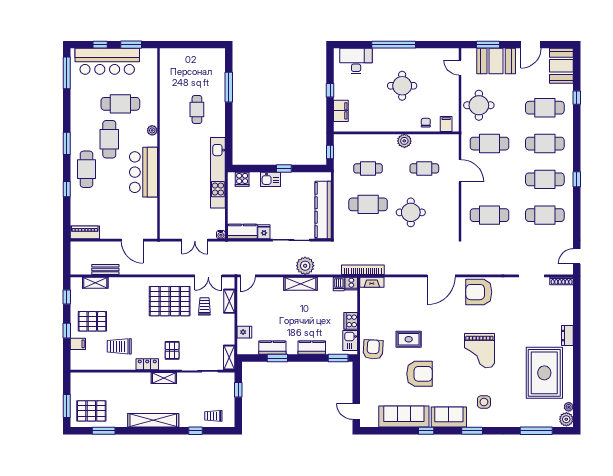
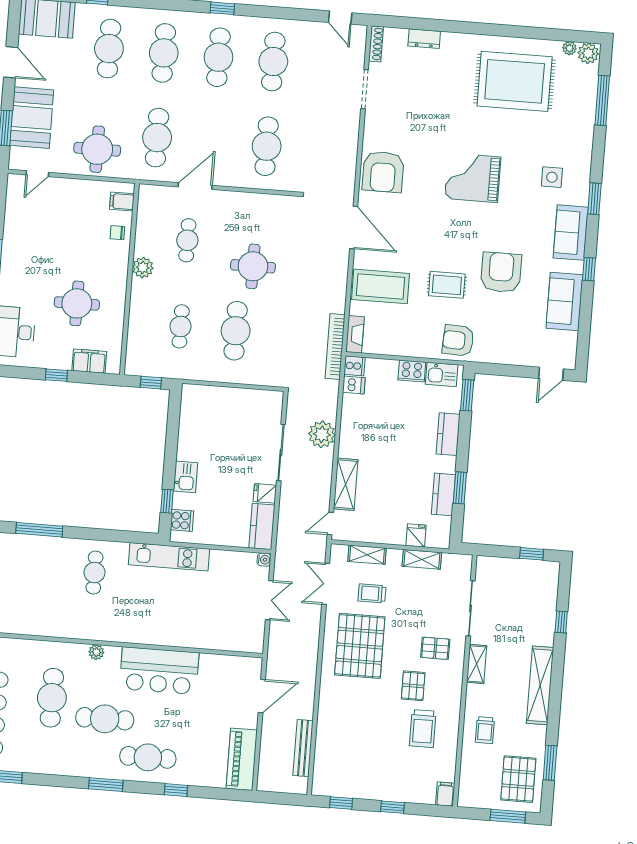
round table: (402, 86) -> (77, 303), moved
cafe table: (197, 110) -> (94, 573), moved, turned 90
window: (284, 169) -> (167, 501), moved
kitchen unit: (218, 173) -> (169, 557), width x0.73
kitchen counter: (323, 210) -> (239, 400), removed
piano: (85, 232) -> (242, 759), width x1.37, depth x1.33
bench: (105, 269) -> (303, 748), width x1.36
double door: (208, 276) -> (326, 584), swing flipped
door: (248, 276) -> (330, 524), swing flipped
shelving: (95, 283) -> (322, 758), removed
shelving: (301, 284) -> (346, 484), moved
coffee table: (404, 296) -> (380, 286), added
pallet: (92, 321) -> (413, 686), moved, width x0.67, depth x0.71
dresser: (567, 336) -> (424, 39), moved
rug: (409, 339) -> (447, 285), turned 90
filing cabinet: (78, 344) -> (445, 794), moved
grand piano: (479, 351) -> (473, 178), turned 180
shelving: (229, 358) -> (422, 559), moved
locker: (147, 364) -> (454, 688), removed
window: (238, 390) -> (532, 554), moved
trolley: (213, 416) -> (485, 730), moved
sofa: (404, 417) -> (565, 302), width x0.73

